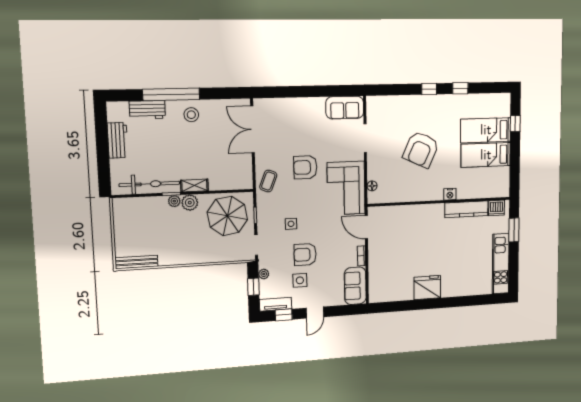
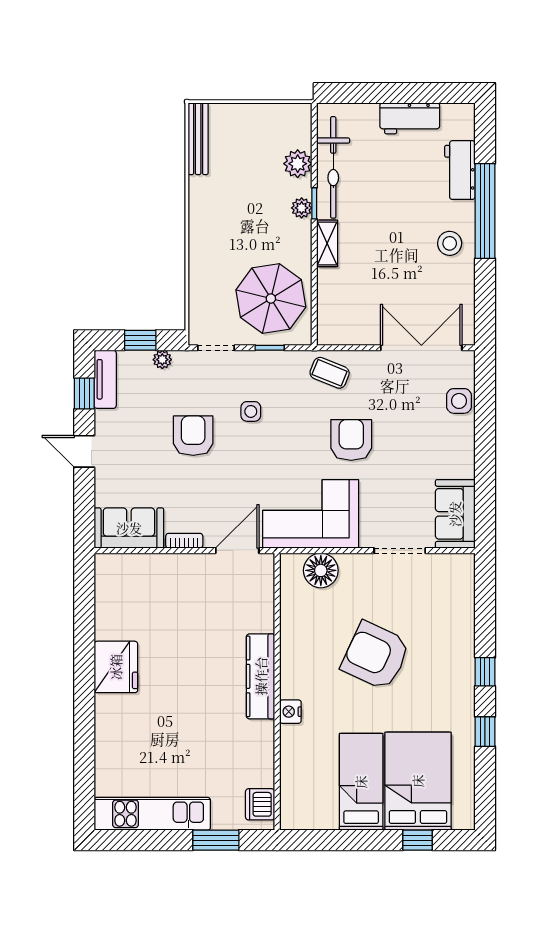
bed: (486, 130) -> (418, 781), width x1.50
floor lamp: (372, 186) -> (321, 570), width x1.89, depth x1.89
plant: (190, 203) -> (298, 164), moved
kitchen counter: (466, 209) -> (261, 676), moved
side table: (300, 280) -> (459, 401), moved

